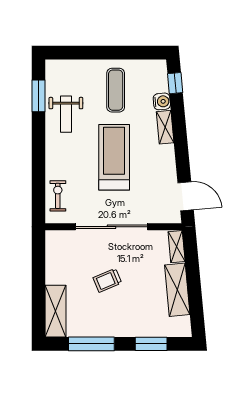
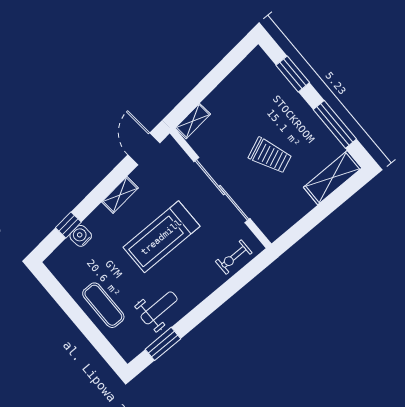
window: (175, 83) -> (68, 225), moved
exercise mat: (116, 90) -> (103, 305), moved, turned 90
shelving: (165, 127) -> (120, 195), moved
trolley: (107, 280) -> (270, 156), width x1.36, depth x1.39
shelving: (177, 290) -> (229, 90), removed

